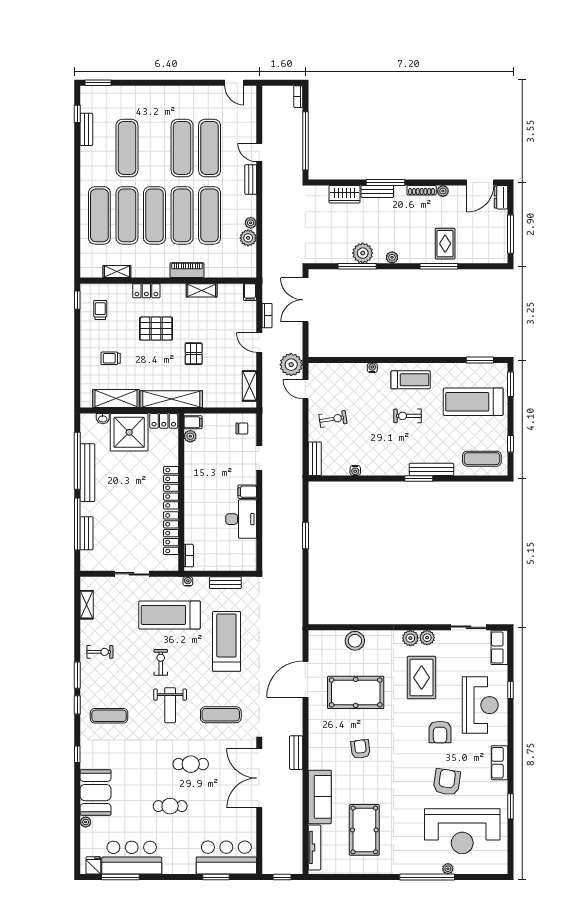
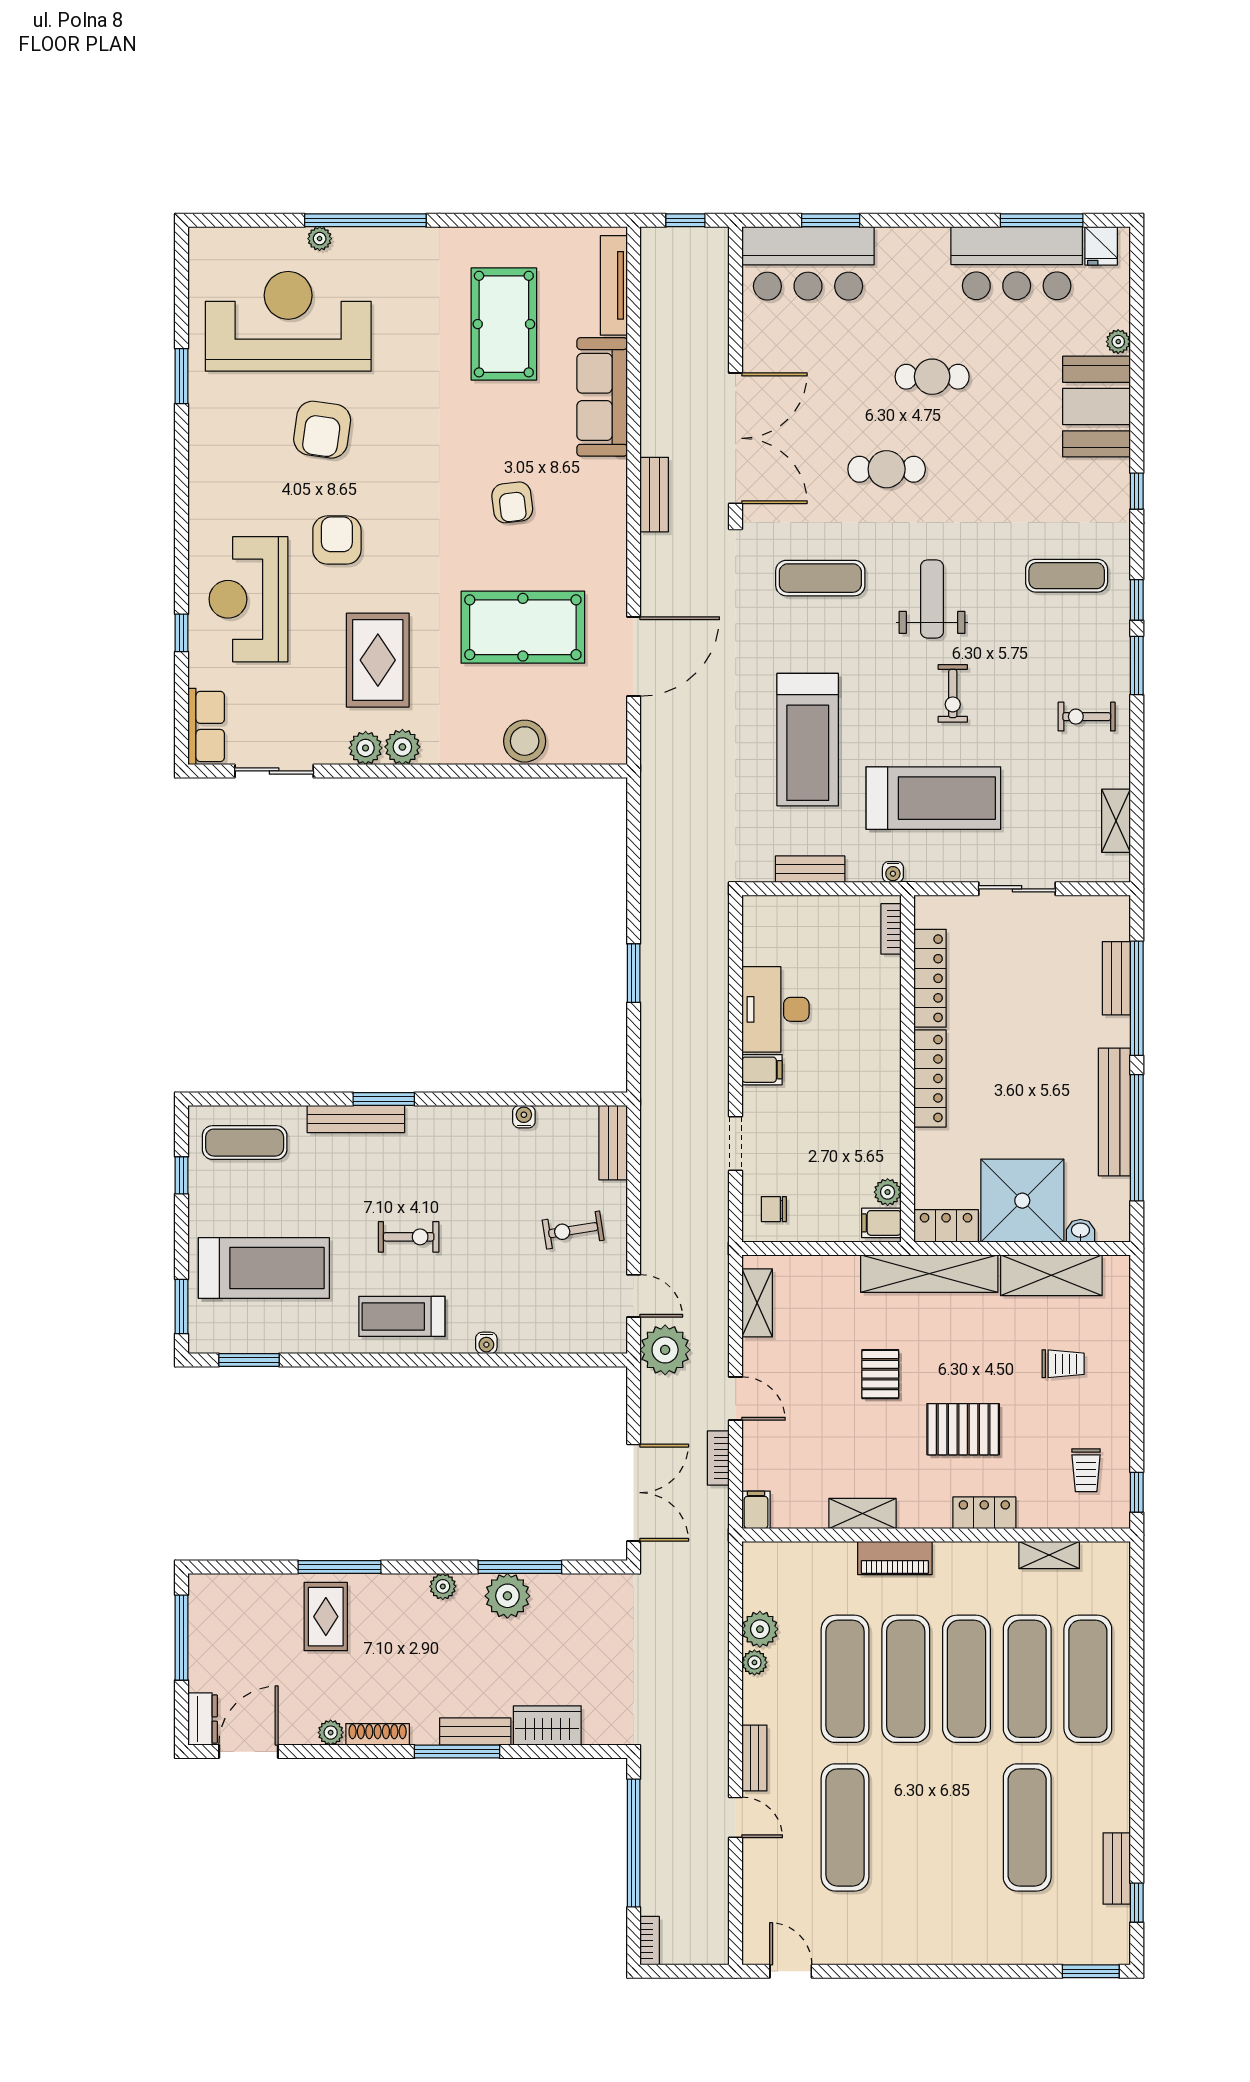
exercise mat: (182, 148) -> (906, 1827), removed
row of seats: (499, 763) -> (206, 472), removed

